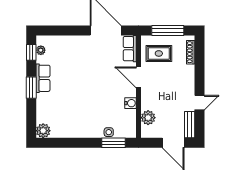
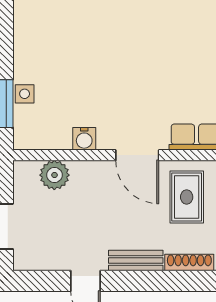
door: (139, 77) -> (137, 155), swing flipped
bench: (190, 125) -> (136, 260), moved

